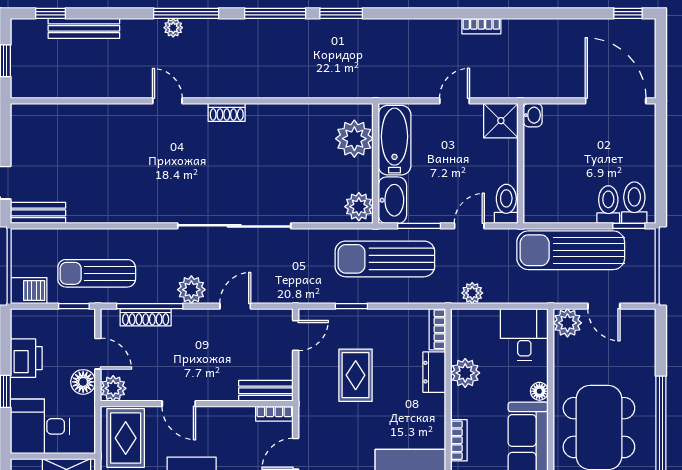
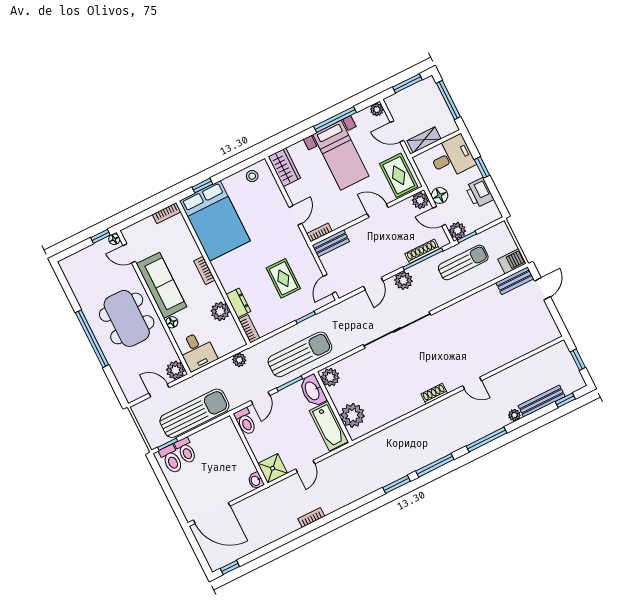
plant: (173, 28) -> (514, 415), moved
barbecue: (29, 291) -> (512, 261), moved, turned 180
plant: (83, 321) -> (457, 231), added

